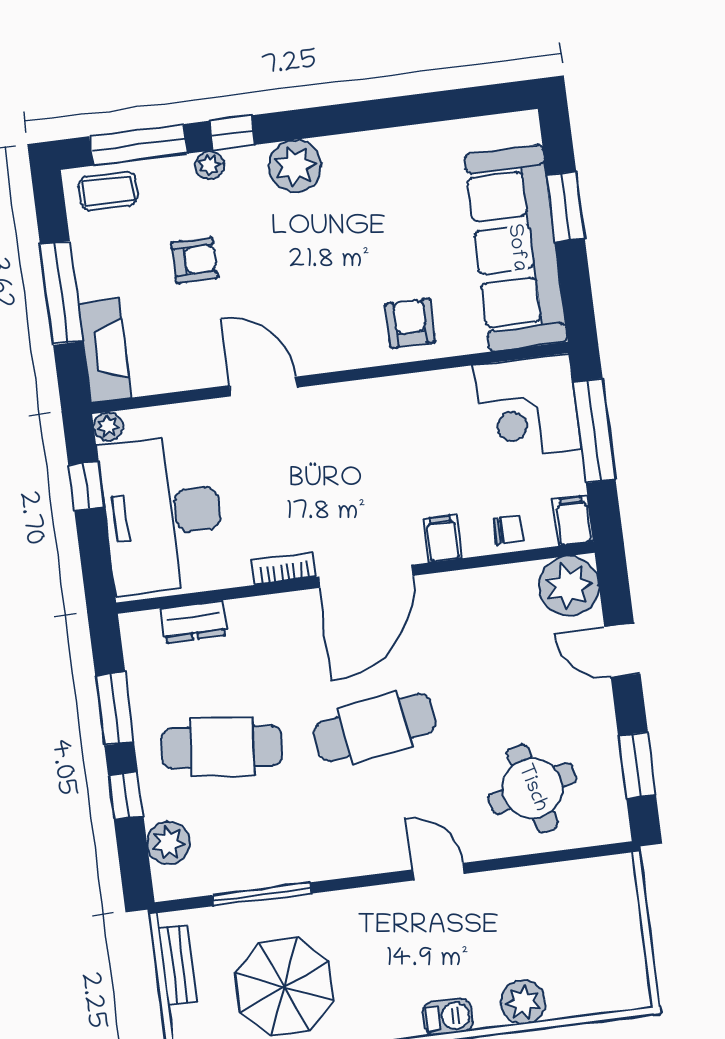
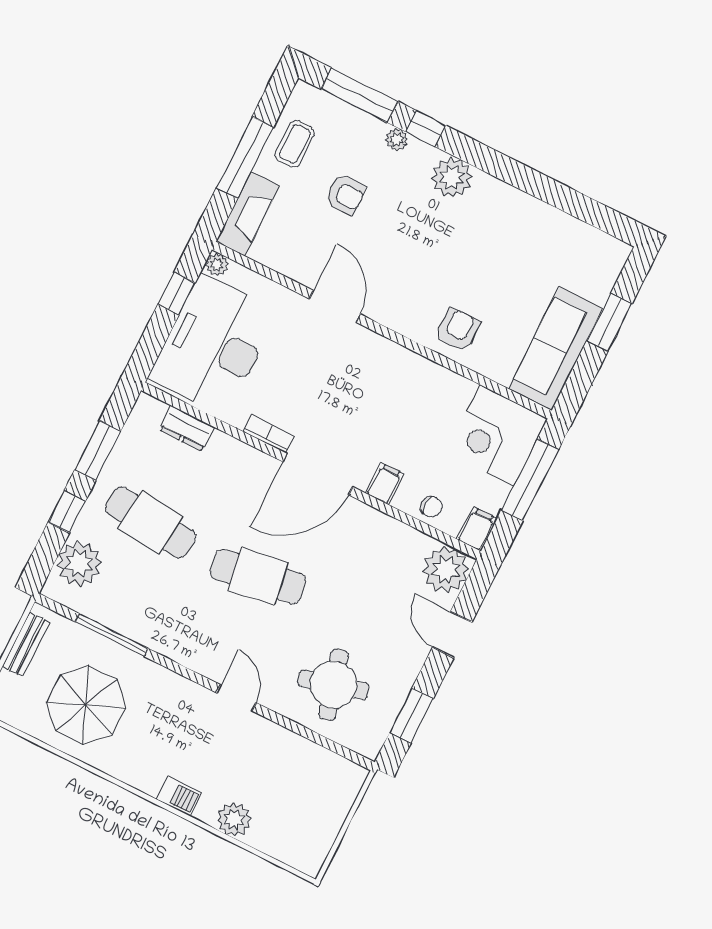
coffee table: (108, 191) -> (295, 144), moved, turned 90
sofa: (516, 248) -> (556, 349), width x0.74, depth x0.79
plant: (168, 843) -> (79, 564), width x1.36, depth x1.36

